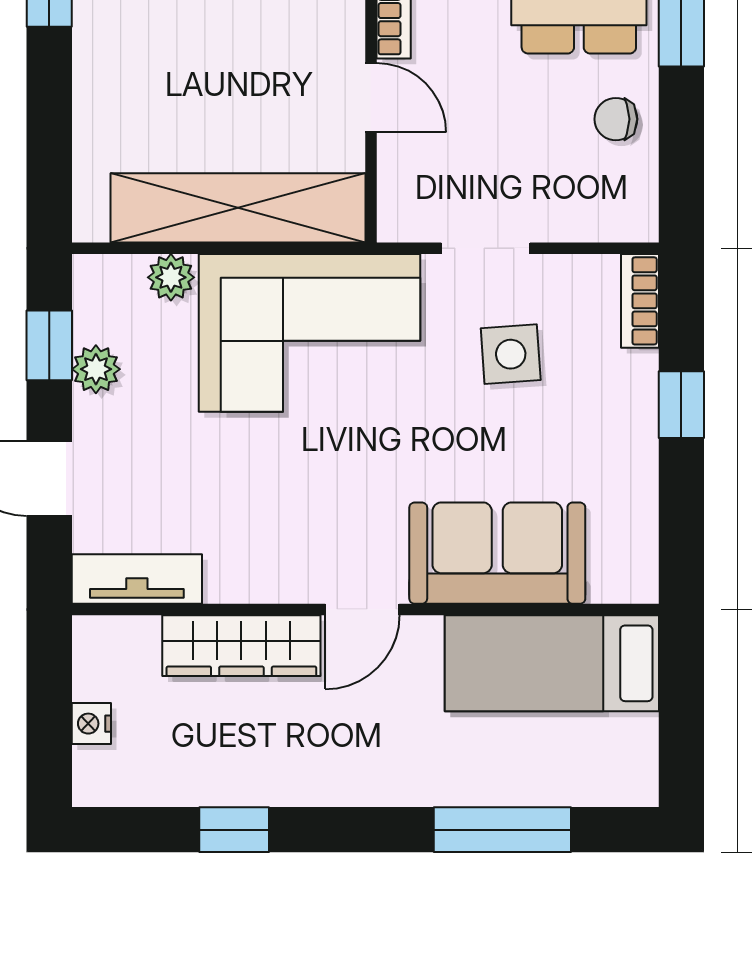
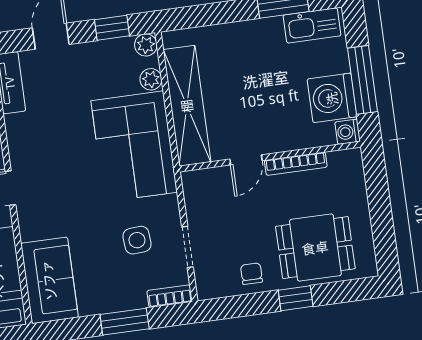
doorway: (486, 248) -> (187, 247), moved
plant: (96, 369) -> (146, 45), moved
window: (681, 405) -> (125, 322), width x1.50
sofa: (497, 553) -> (49, 280), moved

